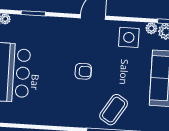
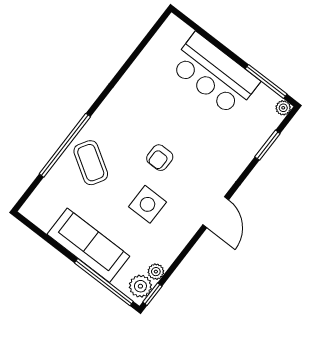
side table: (129, 37) -> (148, 204), moved

